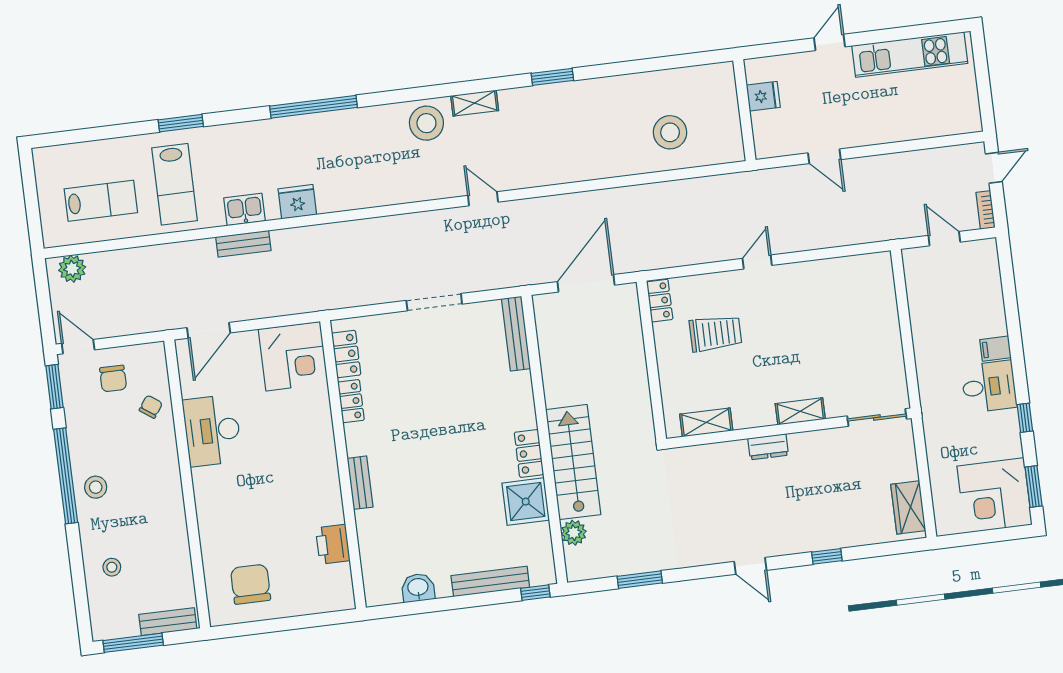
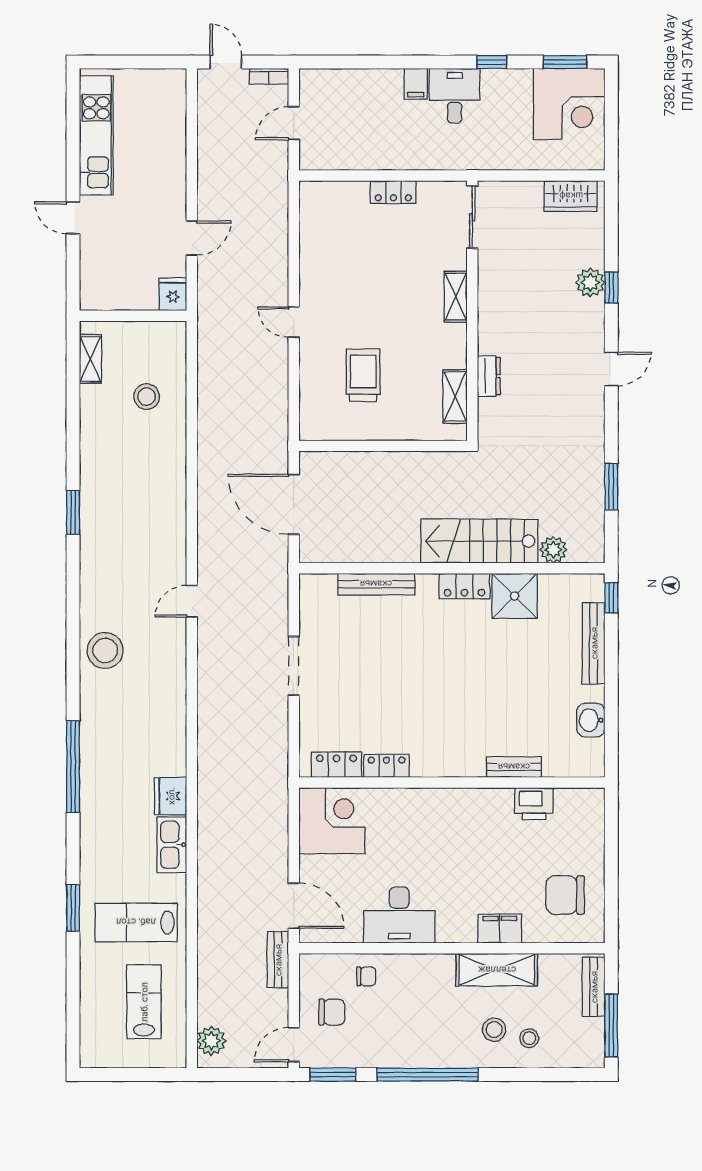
fridge: (763, 96) -> (173, 294), moved
shelving: (475, 103) -> (90, 359), moved
stool: (670, 132) -> (147, 397), width x0.73, depth x0.73
lab bench: (175, 184) -> (136, 922), turned 180
kitchen sink: (245, 209) -> (172, 845), width x1.38
bench: (243, 244) -> (278, 960), moved
locker: (660, 301) -> (393, 192), moved, turned 180
bench: (516, 334) -> (376, 584), moved
chair: (151, 407) -> (366, 976), turned 145
dresser: (768, 447) -> (489, 376), moved
bench: (360, 483) -> (514, 767), moved
stool: (96, 487) -> (494, 1030), moved
filing cabinet: (211, 527) -> (500, 929), added
shelving: (172, 529) -> (497, 970), added
plant: (829, 536) -> (590, 283), added

